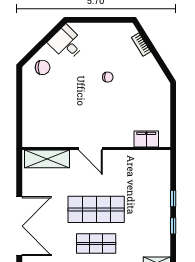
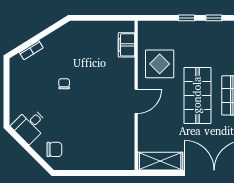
chair: (43, 67) -> (54, 149), turned 90
shelving: (47, 159) -> (160, 161), moved, turned 90
display table: (127, 172) -> (160, 64), added

